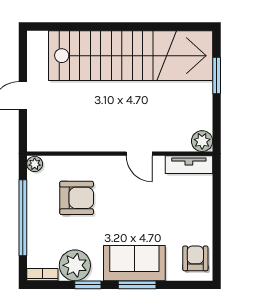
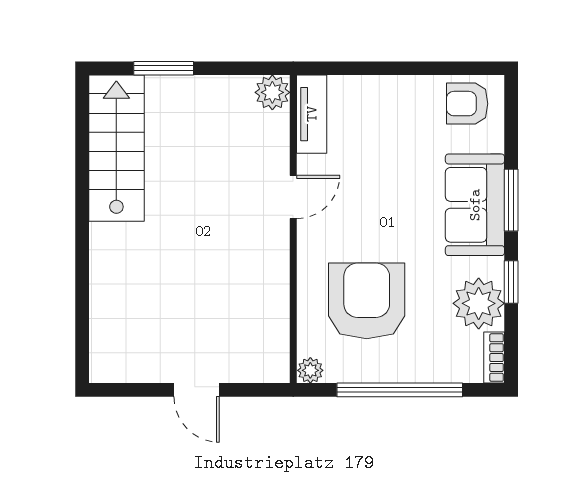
stairs: (131, 56) -> (116, 148), width x0.54, depth x0.66
armchair: (77, 198) -> (367, 301), width x1.36, depth x1.36

